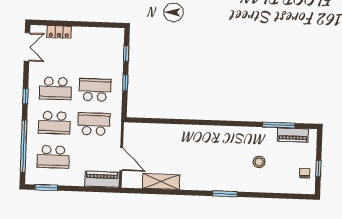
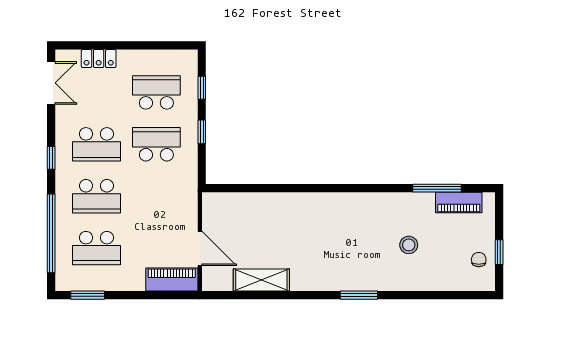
school desk: (94, 124) -> (156, 92), moved

